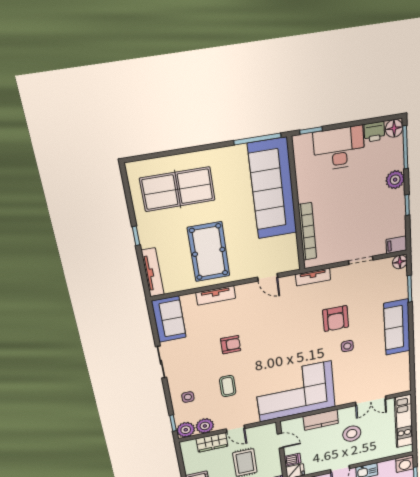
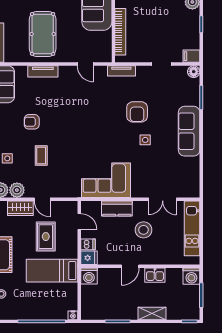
armchair: (231, 345) -> (32, 122), moved, turned 180
corner sofa: (295, 391) -> (106, 180), width x0.73, depth x0.74

